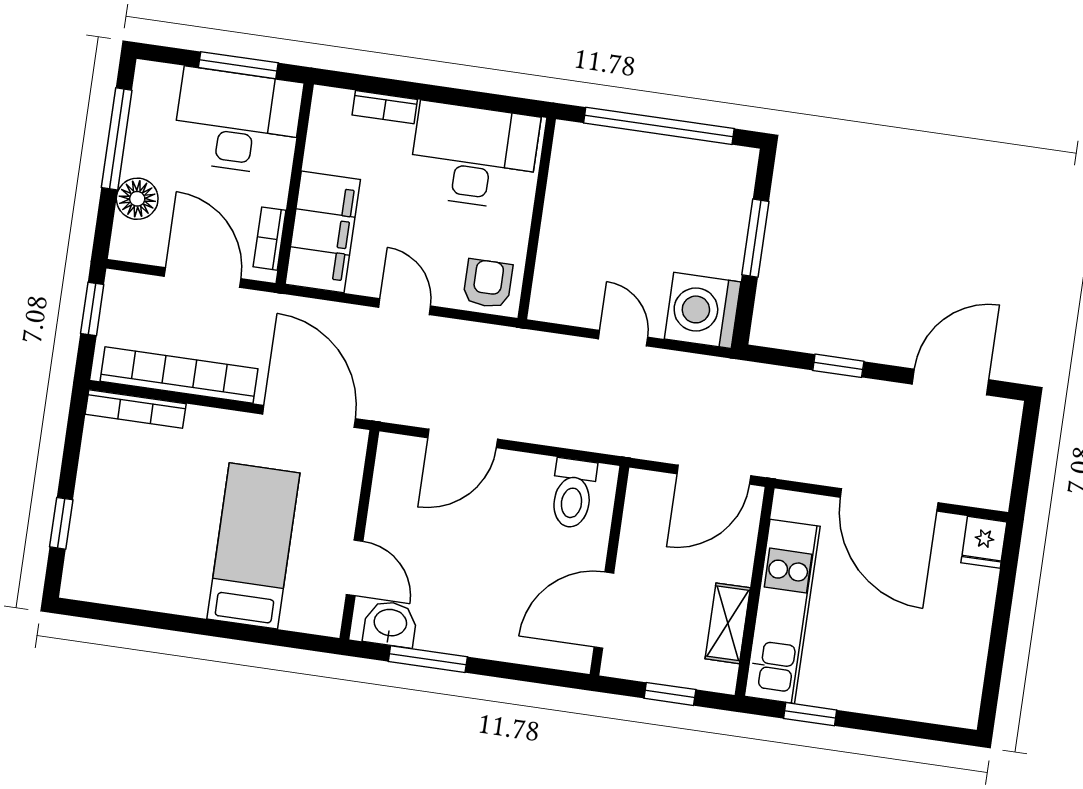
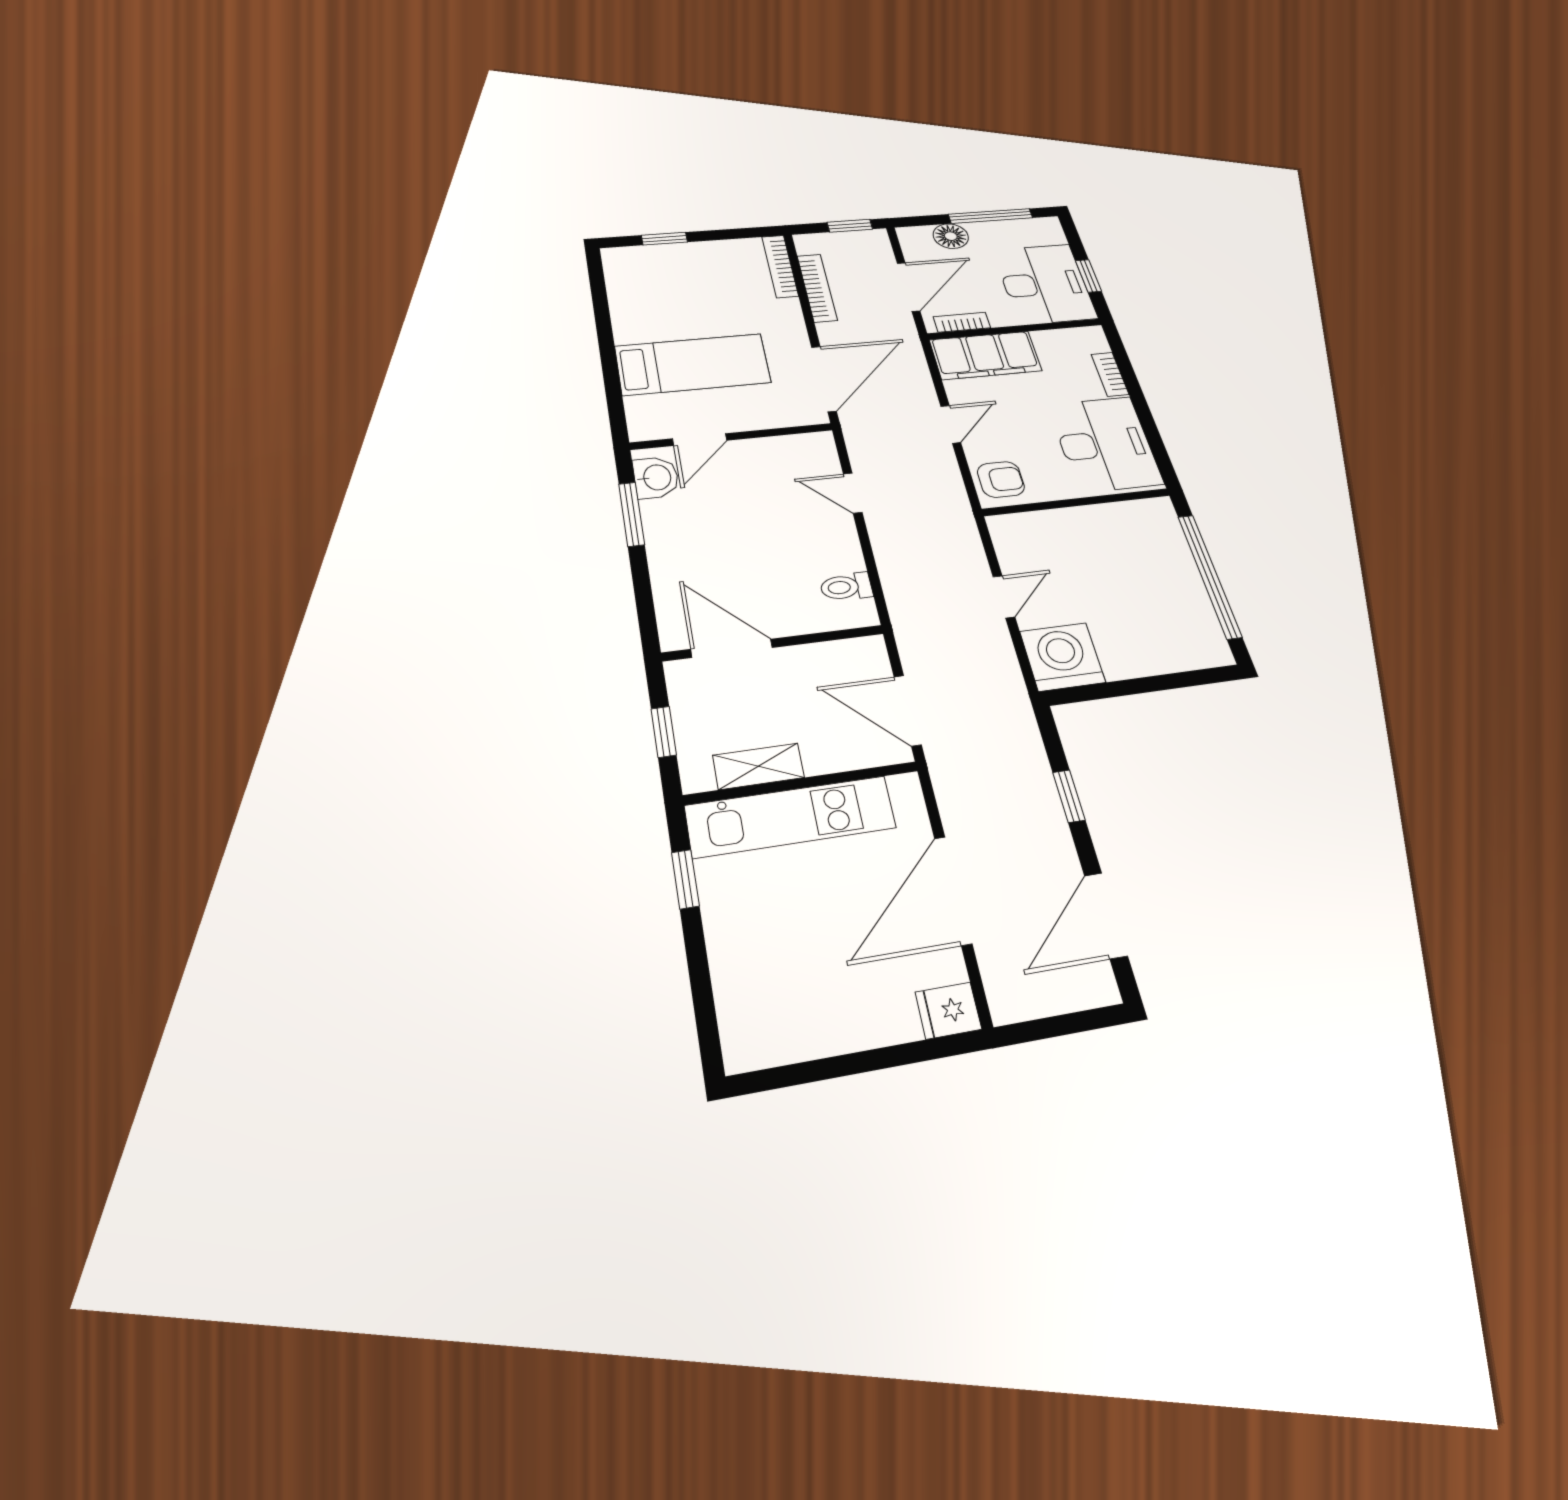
window: (238, 65) -> (1088, 276), width x0.67
window: (755, 238) -> (1153, 684), removed
bookcase: (179, 375) -> (817, 288), width x0.68, depth x0.76
door: (950, 382) -> (1106, 915), swing flipped
door: (463, 438) -> (853, 493), width x0.73
toilet: (573, 493) -> (846, 587), width x0.73, depth x0.72

